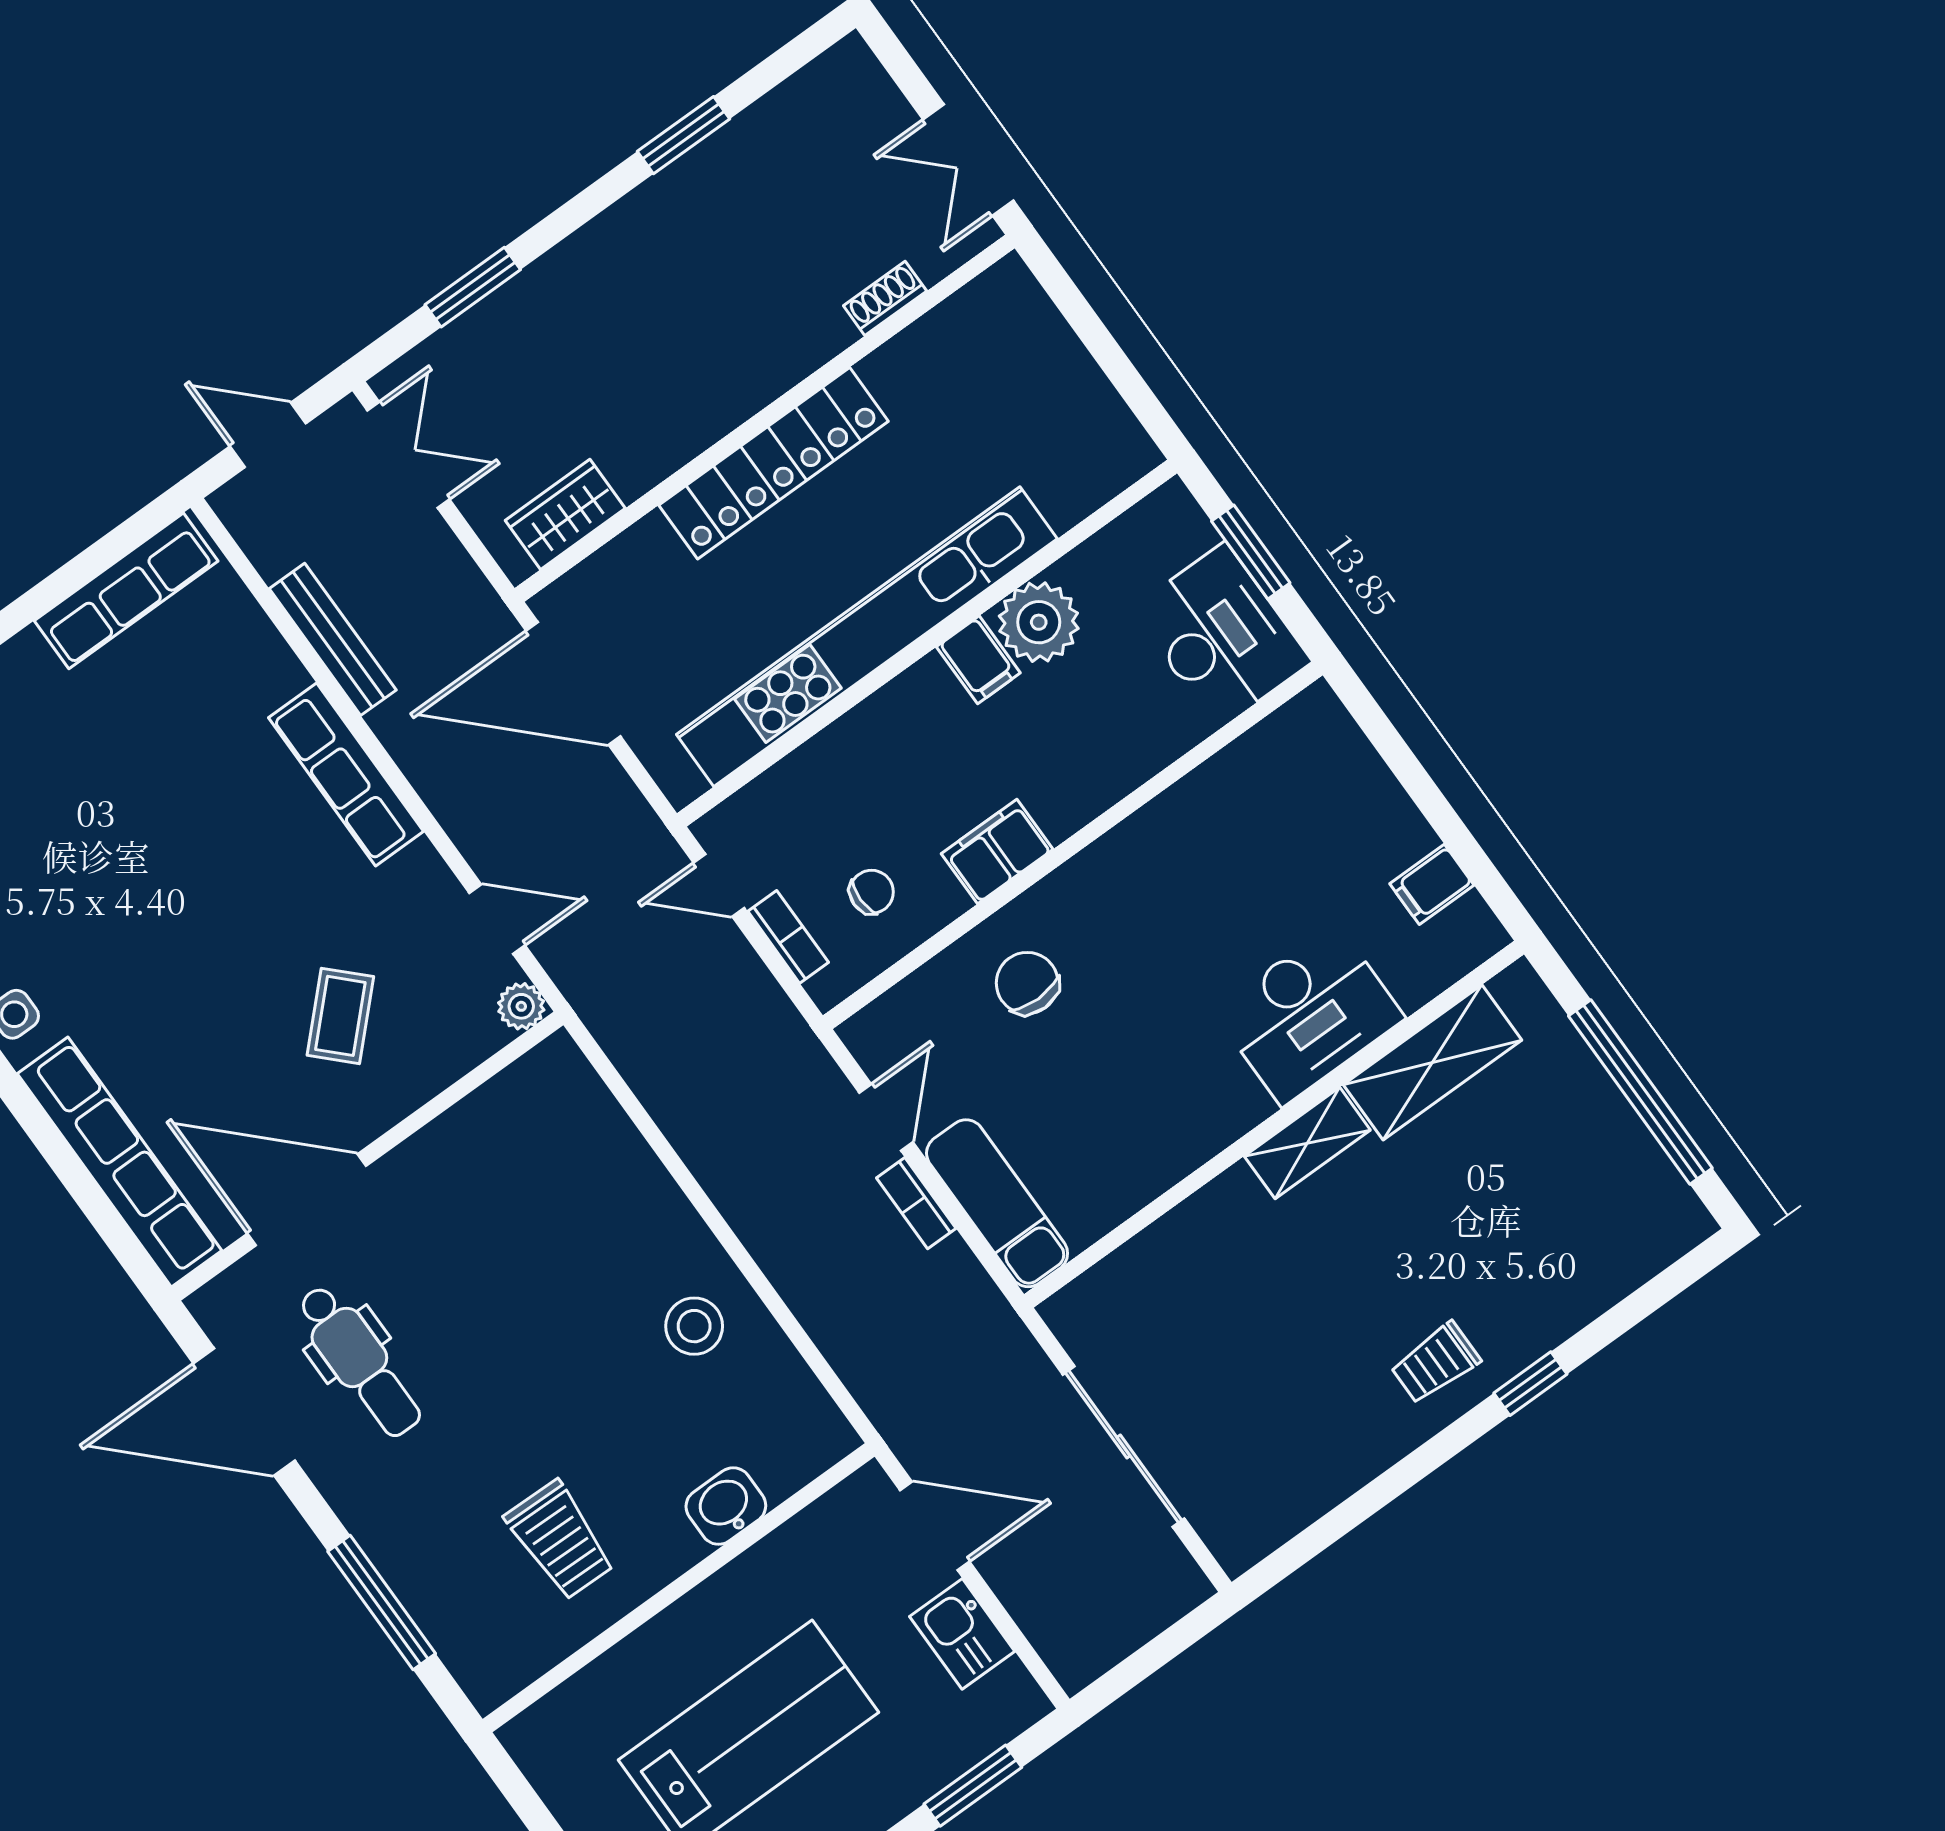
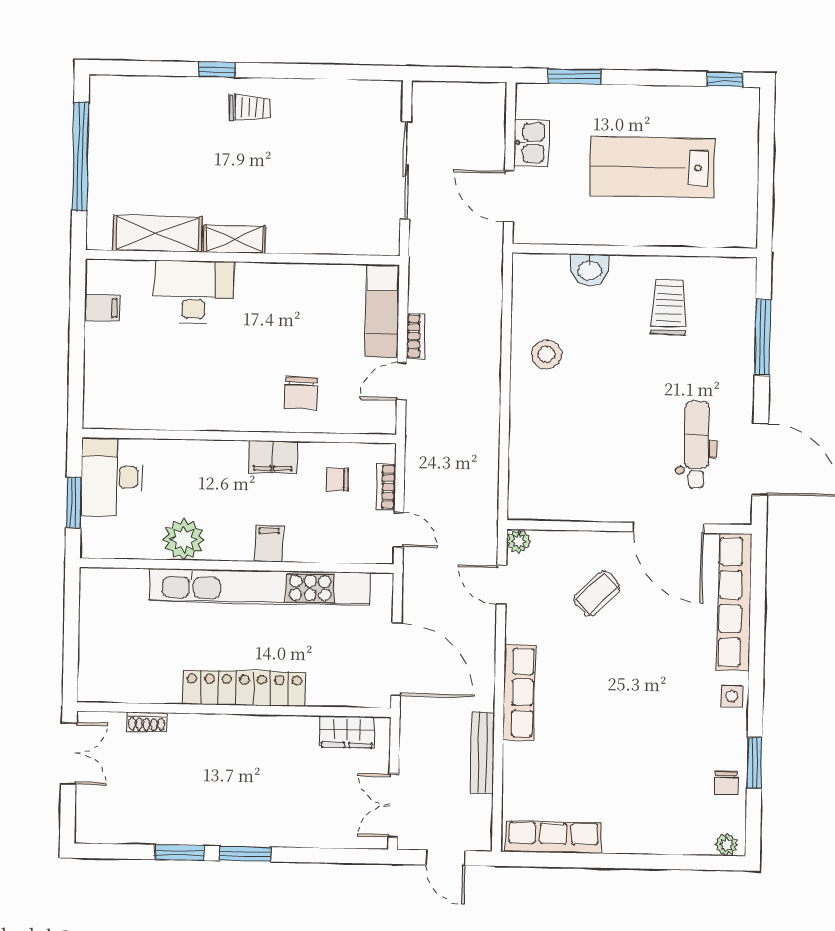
window: (473, 287) -> (245, 854), moved
filing cabinet: (978, 660) -> (269, 544), moved

